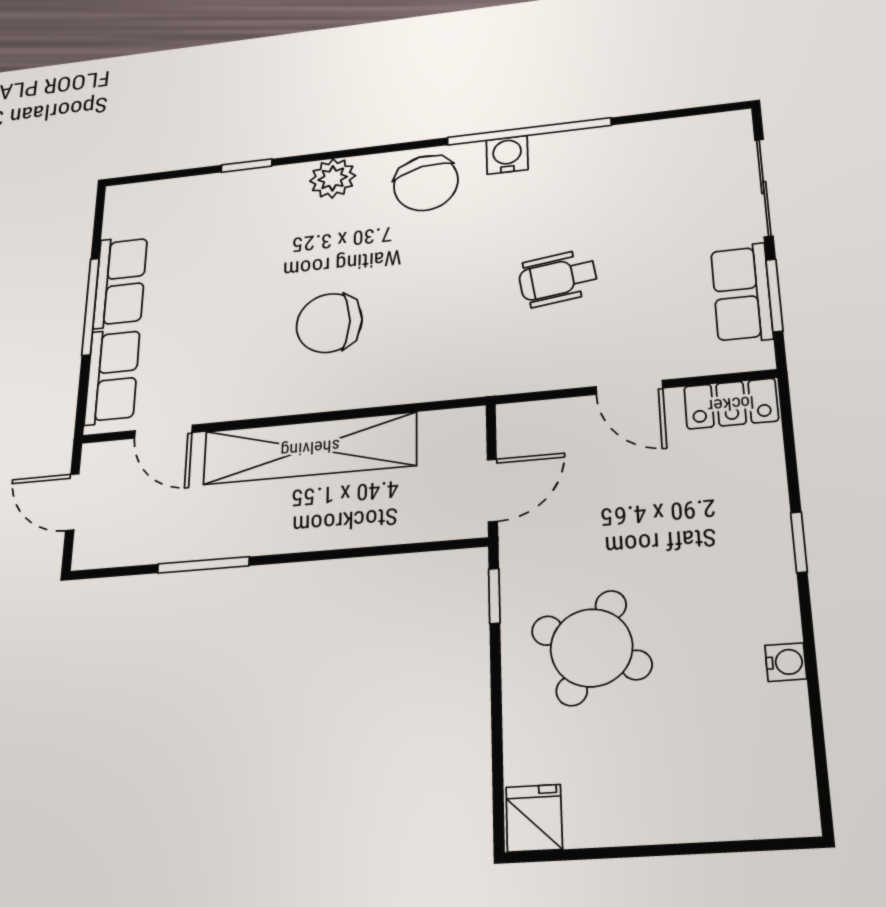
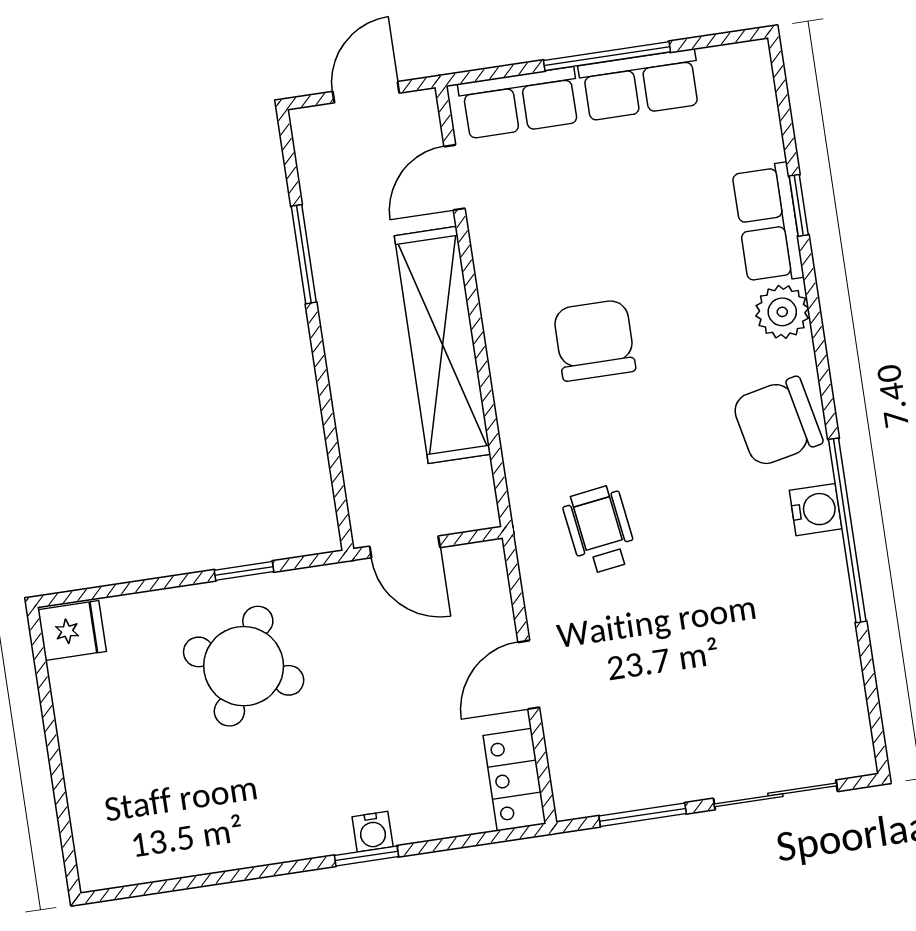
wheelchair: (558, 278) -> (600, 530), moved
row of seats: (742, 293) -> (768, 224), moved, turned -90
window: (494, 596) -> (244, 571), moved
water cooler: (786, 662) -> (373, 832), moved

